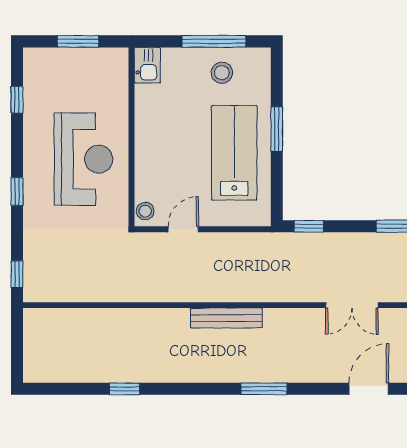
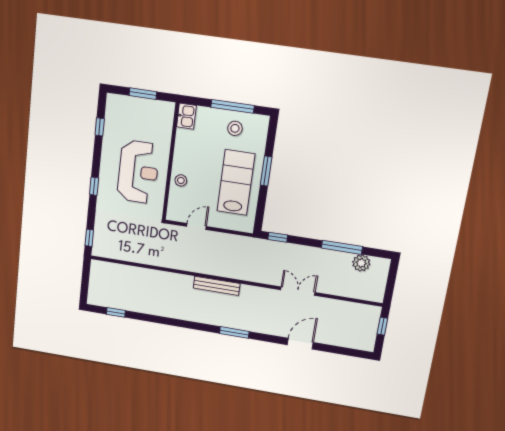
stool: (145, 211) -> (181, 180), moved
double door: (352, 305) -> (298, 291), swing flipped
window: (125, 389) -> (116, 312), moved

